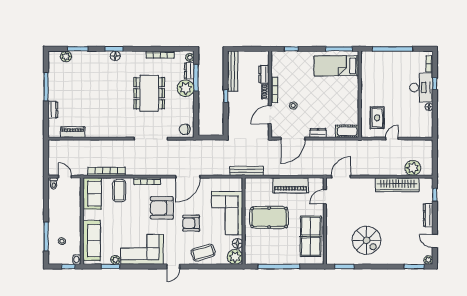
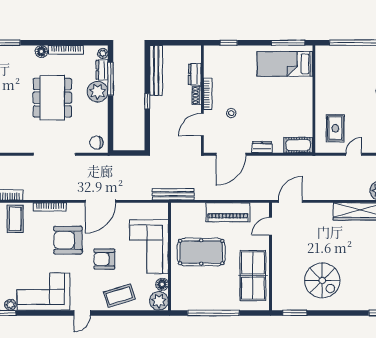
floor lamp: (115, 56) -> (41, 51), moved

